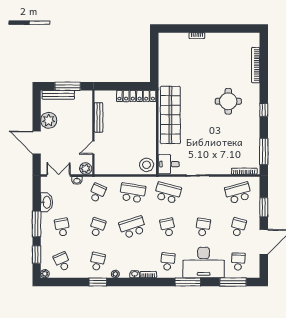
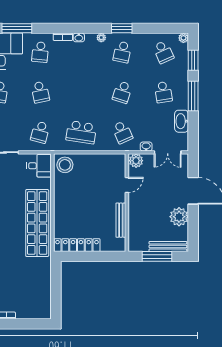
school desk: (97, 193) -> (122, 132), turned -48
school desk: (168, 193) -> (40, 132), width x0.54
school desk: (133, 227) -> (81, 92), removed

